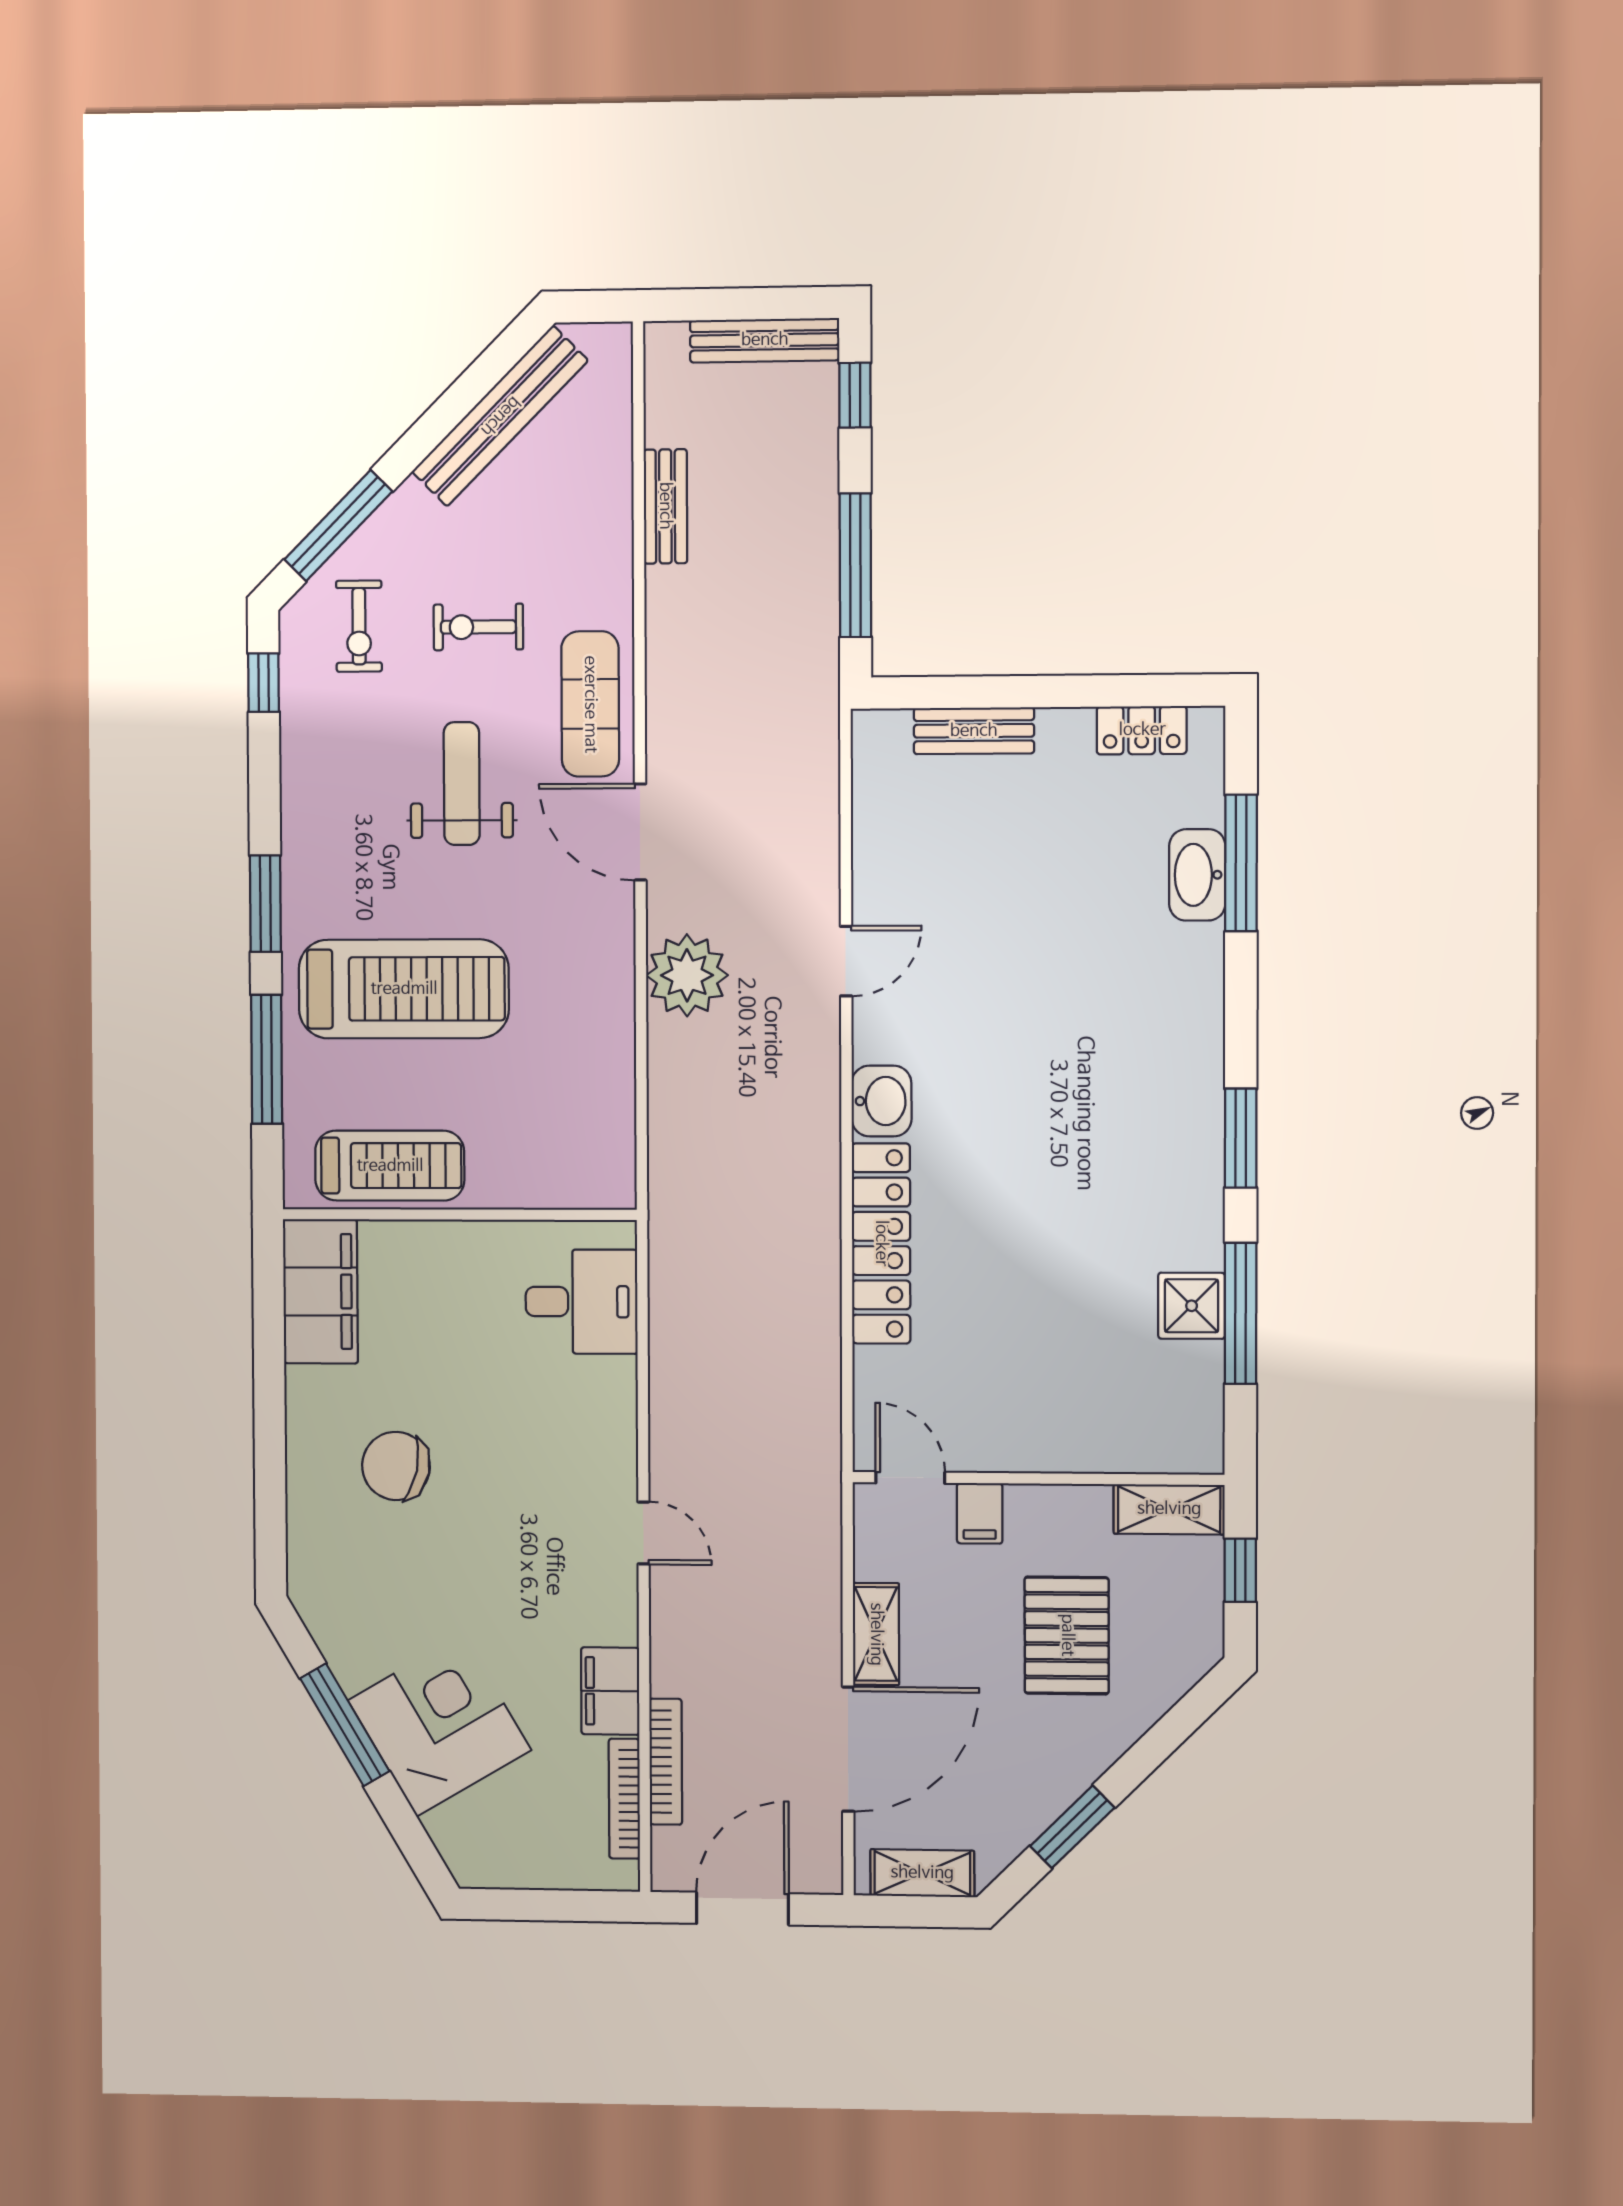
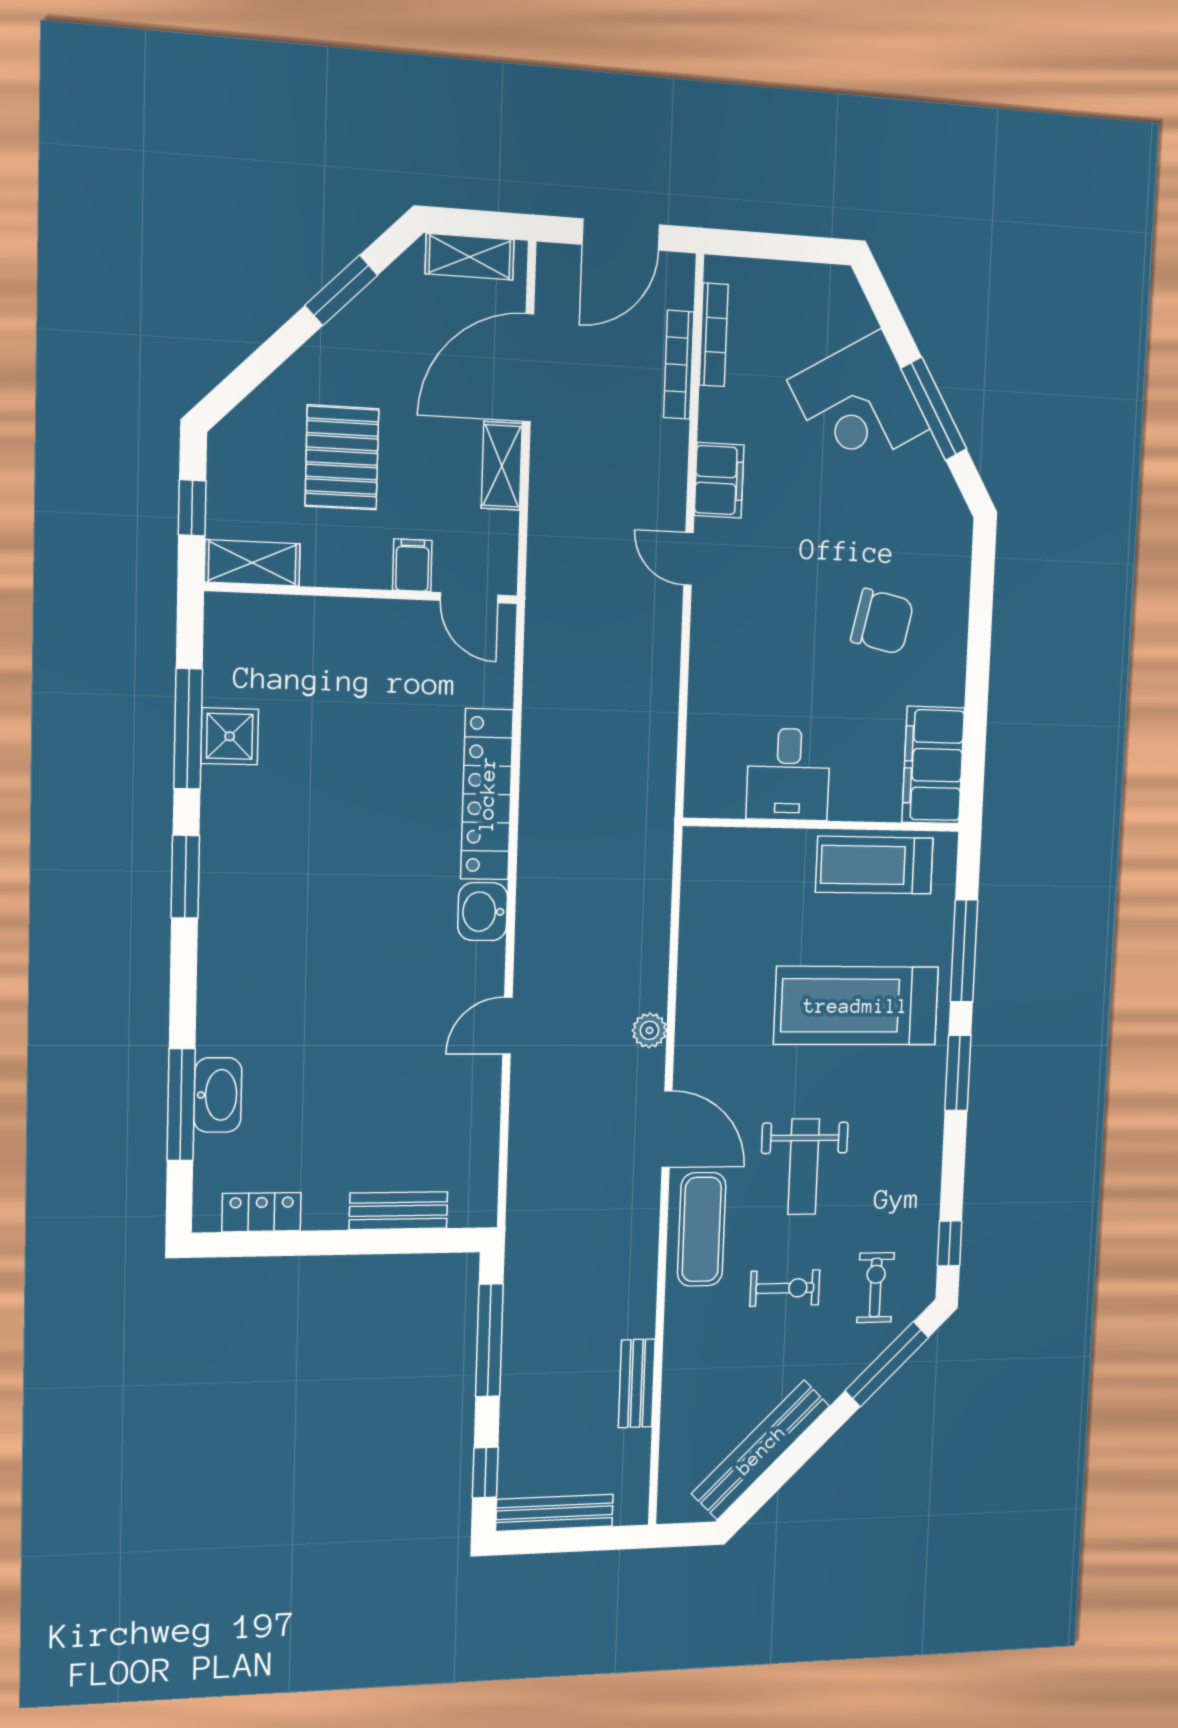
plant: (687, 975) -> (649, 1030), width x0.53, depth x0.53
desk: (581, 1302) -> (788, 774), moved, turned -90
filing cabinet: (610, 1691) -> (719, 480), moved

